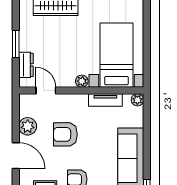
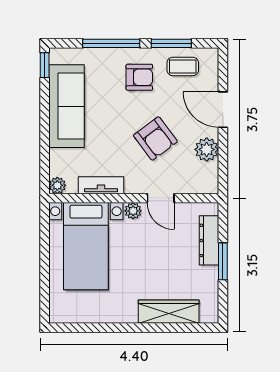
dresser: (26, 65) -> (209, 240), width x1.44
door: (46, 90) -> (161, 198), moved
armchair: (65, 134) -> (155, 139), turned 53

